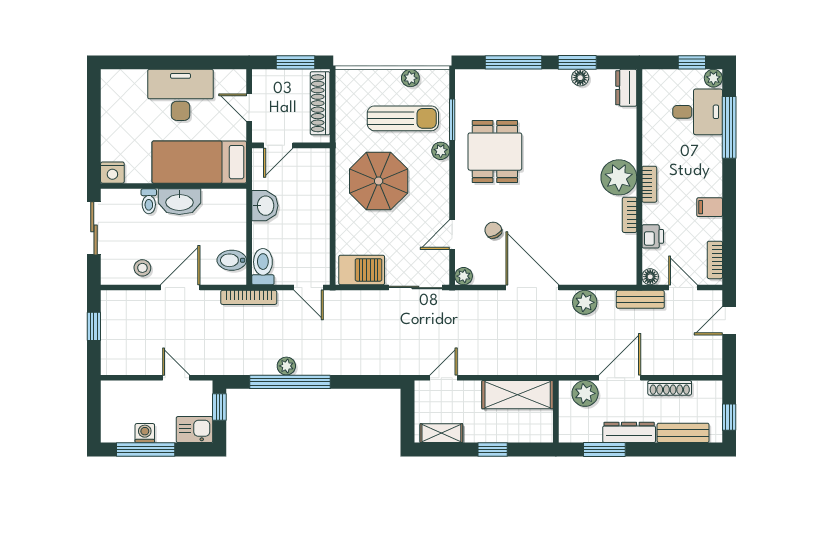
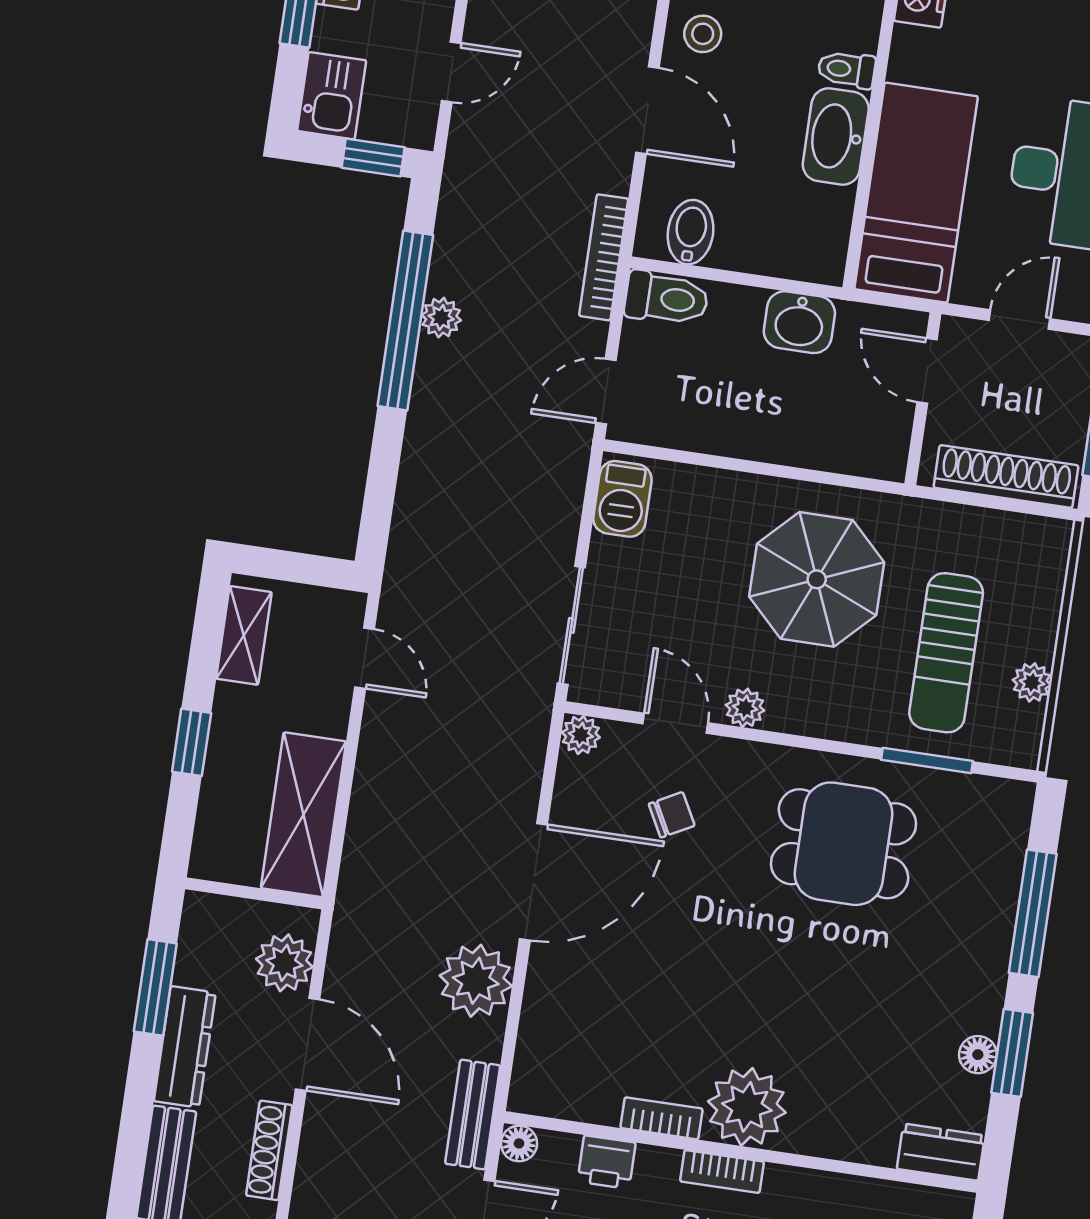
plant: (441, 151) -> (745, 708), moved
barbecue: (362, 270) -> (622, 499), width x0.73, depth x0.79
plant: (585, 302) -> (476, 981), width x1.36, depth x1.36

